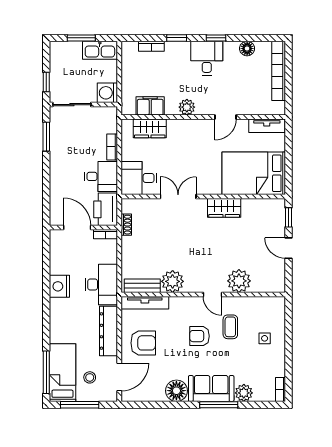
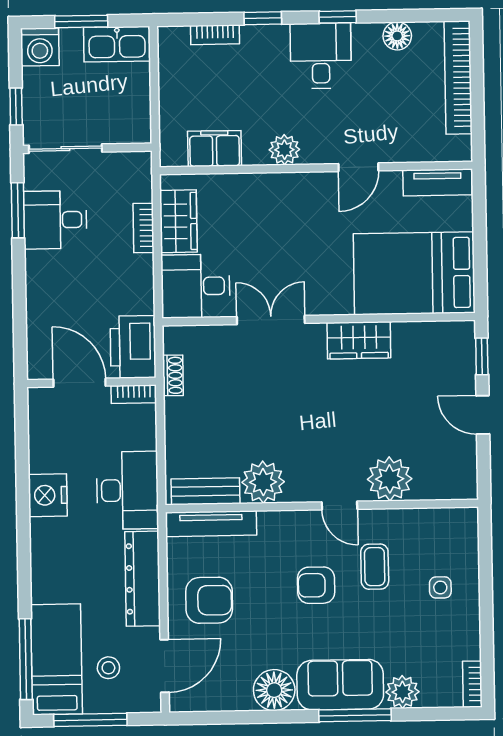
washing machine: (107, 93) -> (40, 47), moved, turned -90
wardrobe: (150, 128) -> (178, 221), moved, turned -90
desk: (101, 176) -> (55, 220), moved, turned 180

